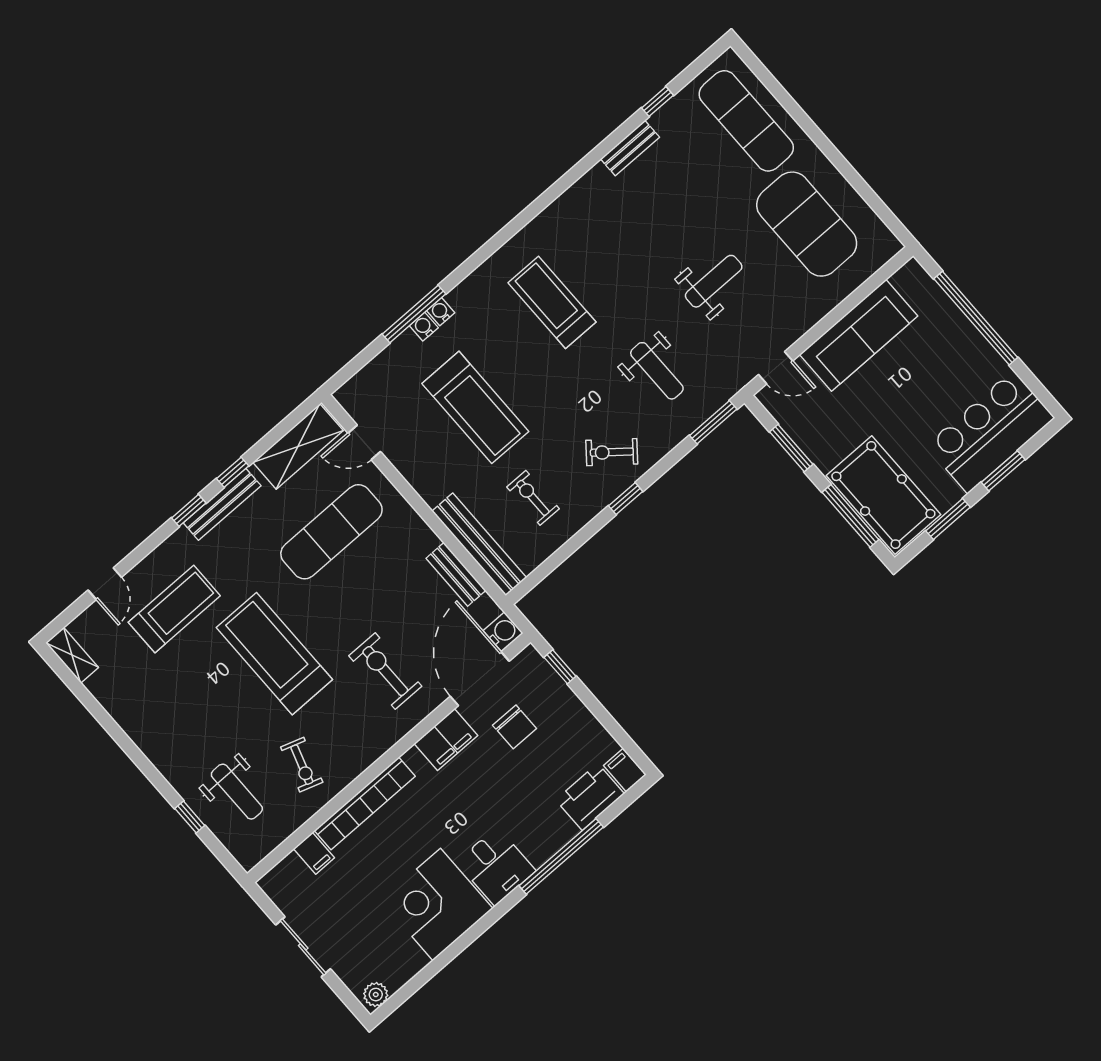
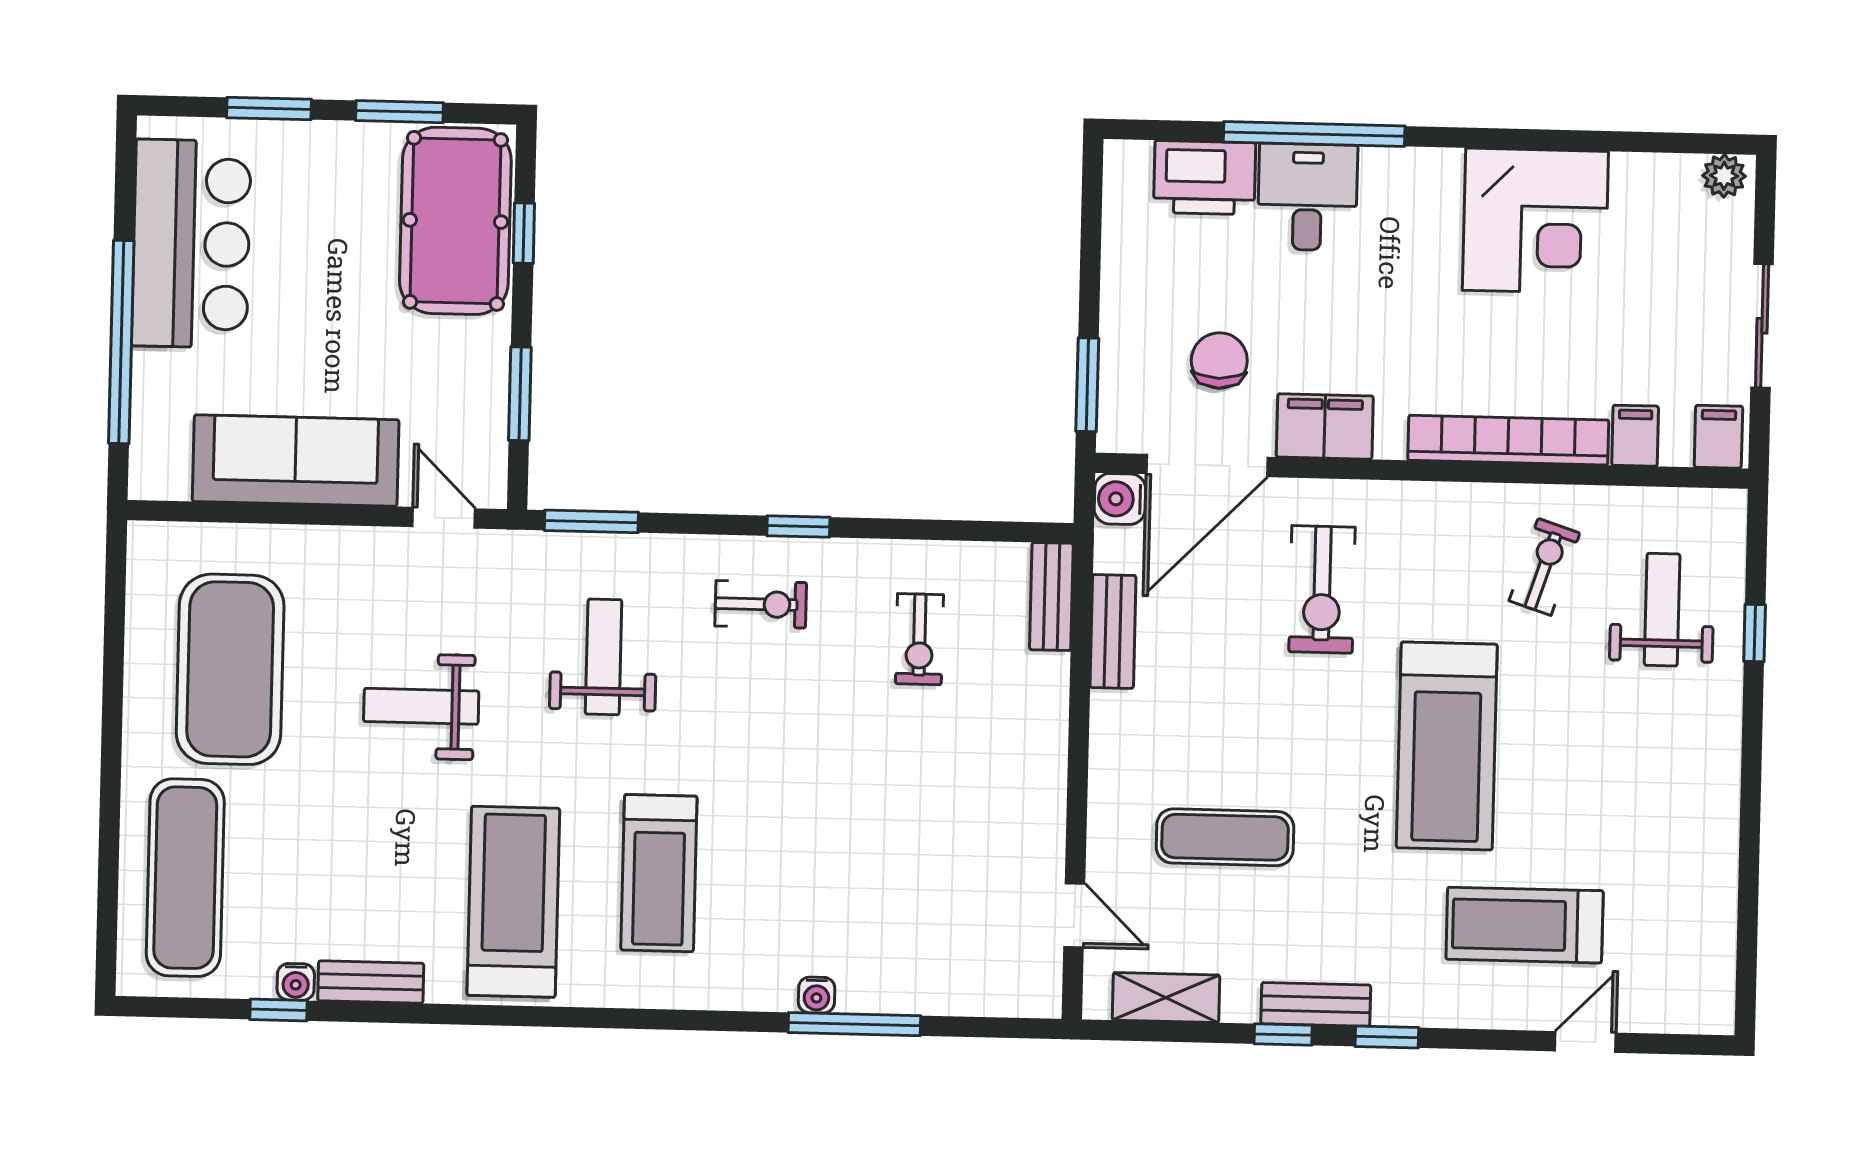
water cooler: (424, 327) -> (296, 982), moved
treadmill: (475, 407) -> (513, 902), moved
bar counter: (990, 432) -> (191, 244), moved, turned -90
shelving: (298, 446) -> (1166, 998), width x0.67, depth x0.75
exercise bike: (612, 452) -> (761, 604), turned -39
bench: (222, 504) -> (1316, 1004), width x0.73
window: (850, 516) -> (524, 233), width x0.46
exercise mat: (331, 532) -> (1225, 837), width x0.73, depth x0.69
bench: (479, 544) -> (1051, 597), width x0.54, depth x0.82
shelving: (72, 655) -> (1714, 987), removed
window: (560, 667) -> (1087, 385), width x1.50
filing cabinet: (625, 770) -> (1718, 437), moved, turned 180
desk: (496, 866) -> (1307, 197), moved

